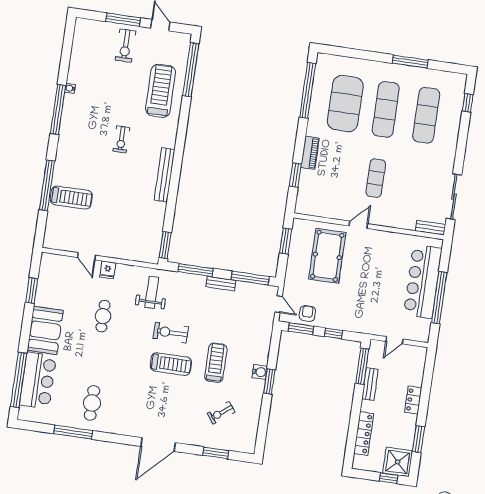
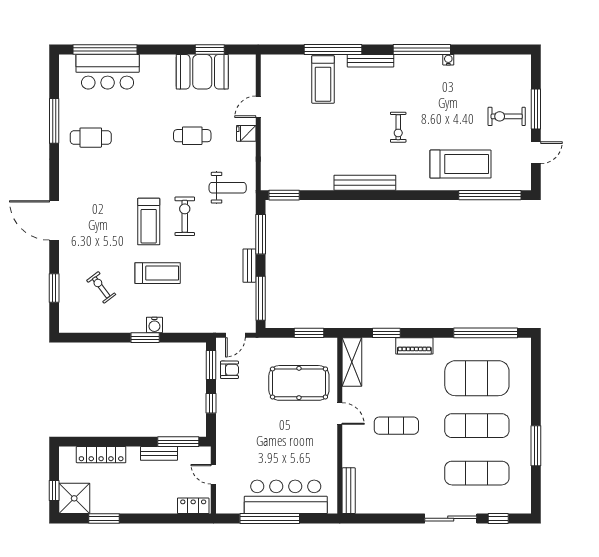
exercise bike: (121, 139) -> (398, 127), turned -90
bench: (61, 155) -> (371, 61), added
sliding door: (454, 197) -> (451, 518), moved
shelving: (316, 208) -> (352, 362), added
bench: (431, 228) -> (349, 491), width x1.36
booth: (45, 330) -> (202, 72), moved
locker: (413, 400) -> (193, 506), moved

